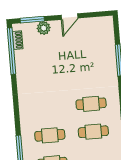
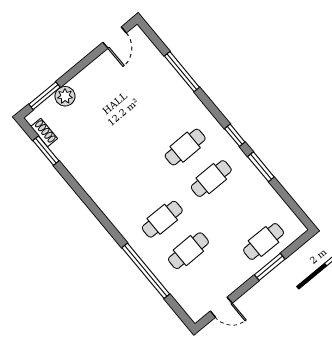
door: (69, 17) -> (115, 38), moved
window: (11, 51) -> (46, 151), width x0.47

